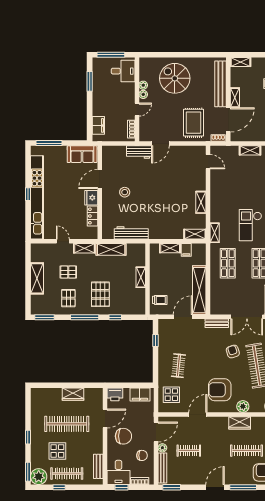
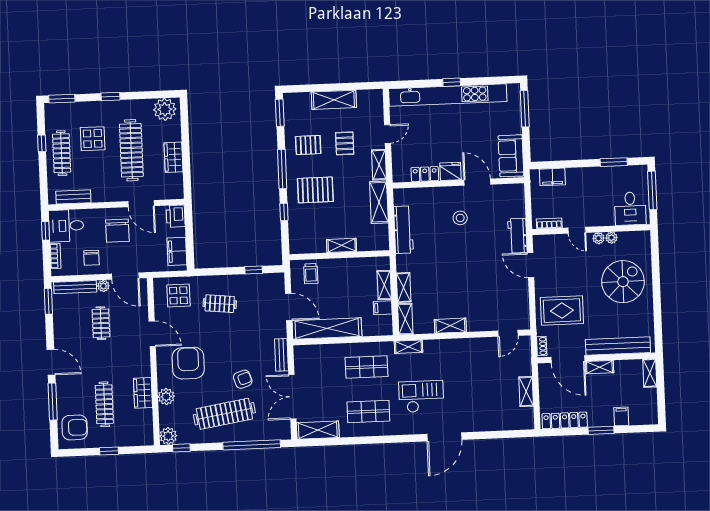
shelving: (172, 234) -> (404, 287), added
plant: (39, 477) -> (165, 109), moved

